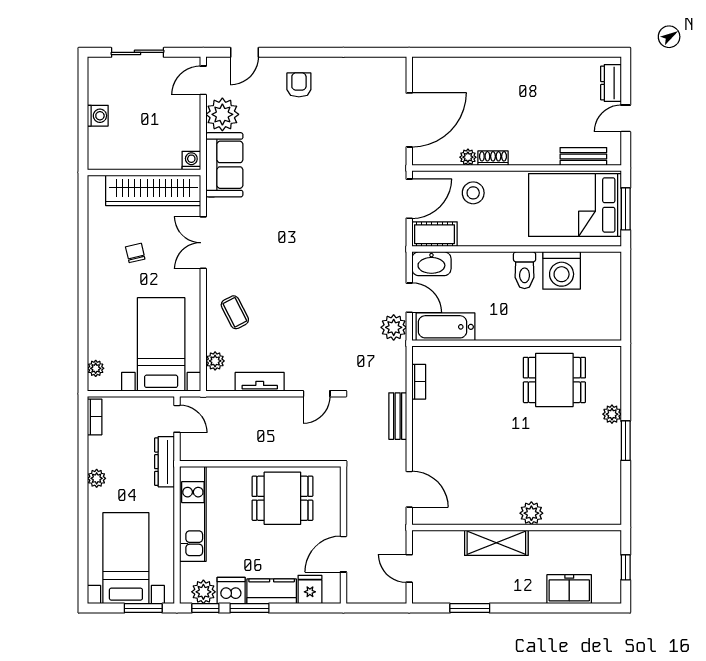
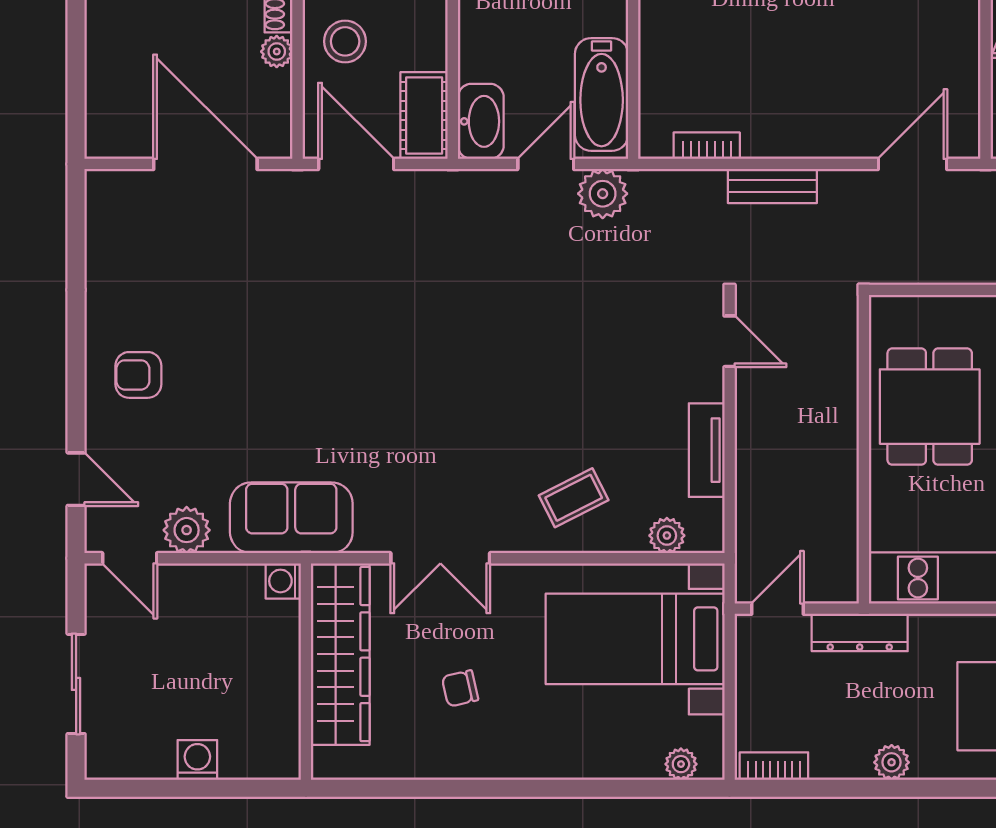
plant: (222, 114) -> (187, 530), width x0.73, depth x0.73

